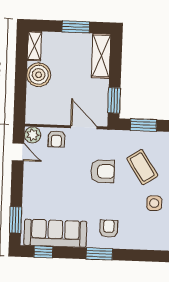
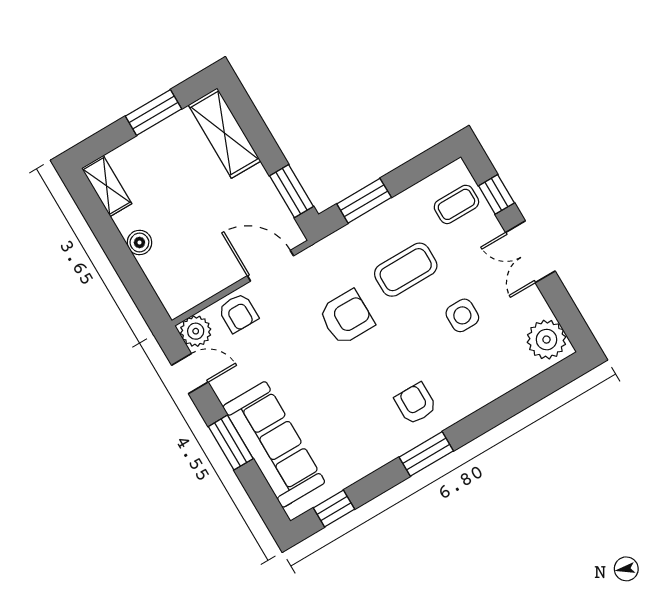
boiler: (39, 75) -> (139, 243), width x0.54, depth x0.54
coffee table: (142, 167) -> (406, 270), turned -57
window: (16, 220) -> (231, 443), moved
sofa: (55, 233) -> (274, 444), moved, turned 90

